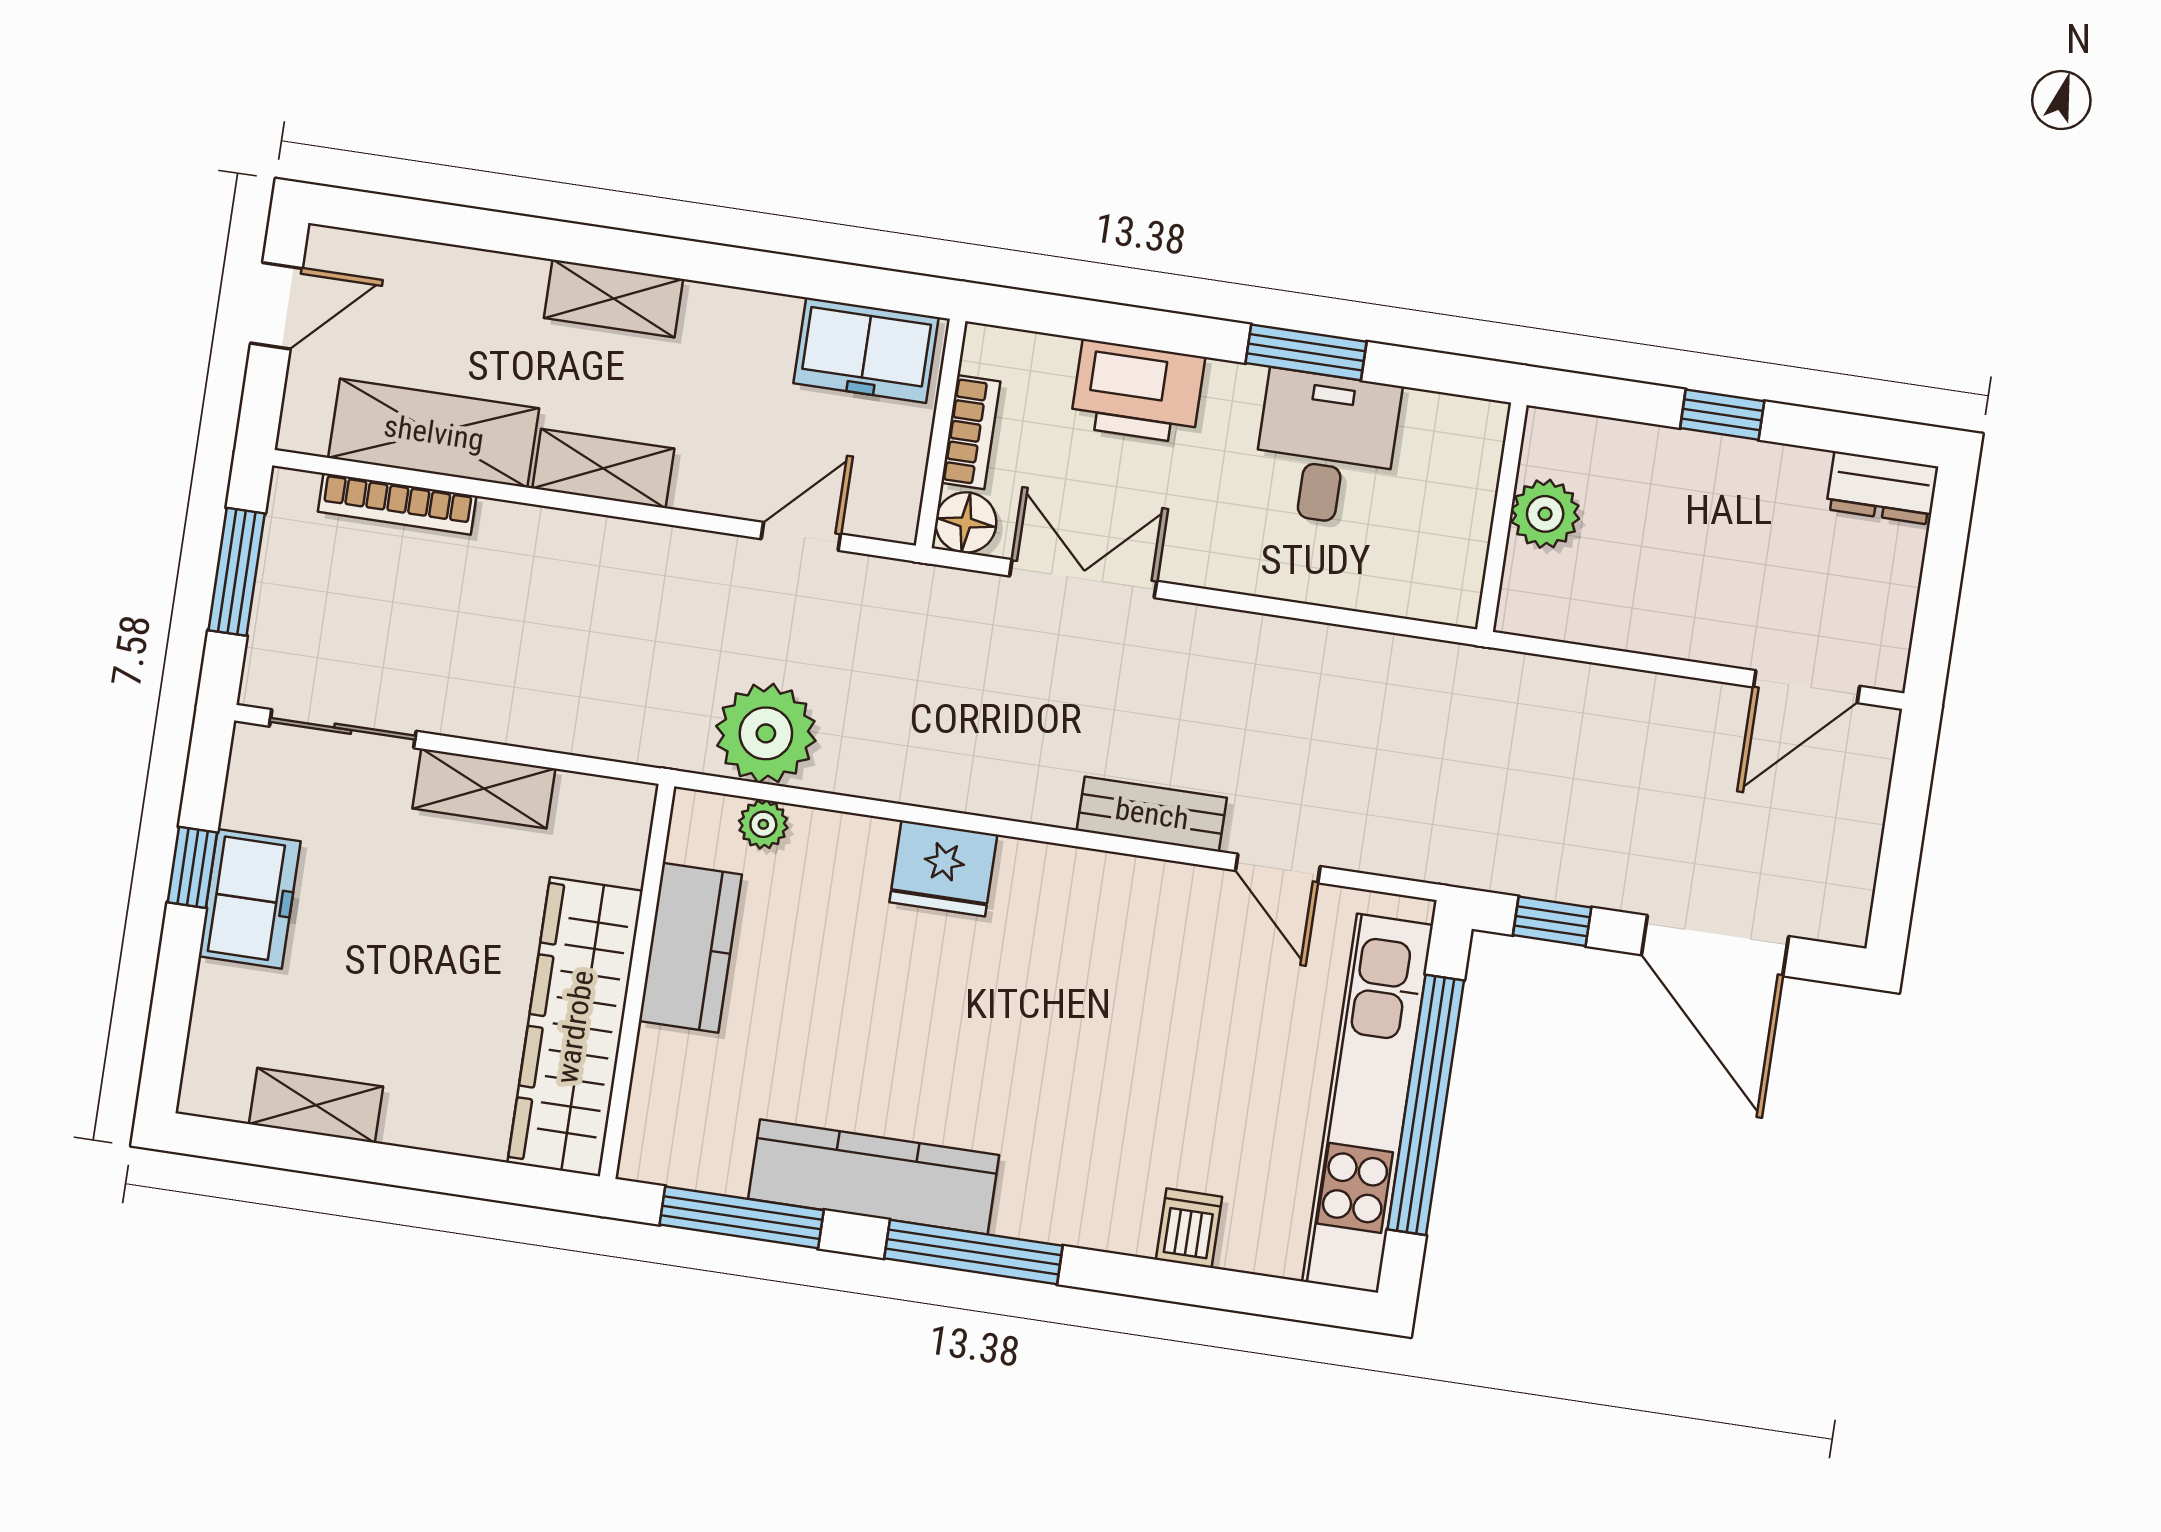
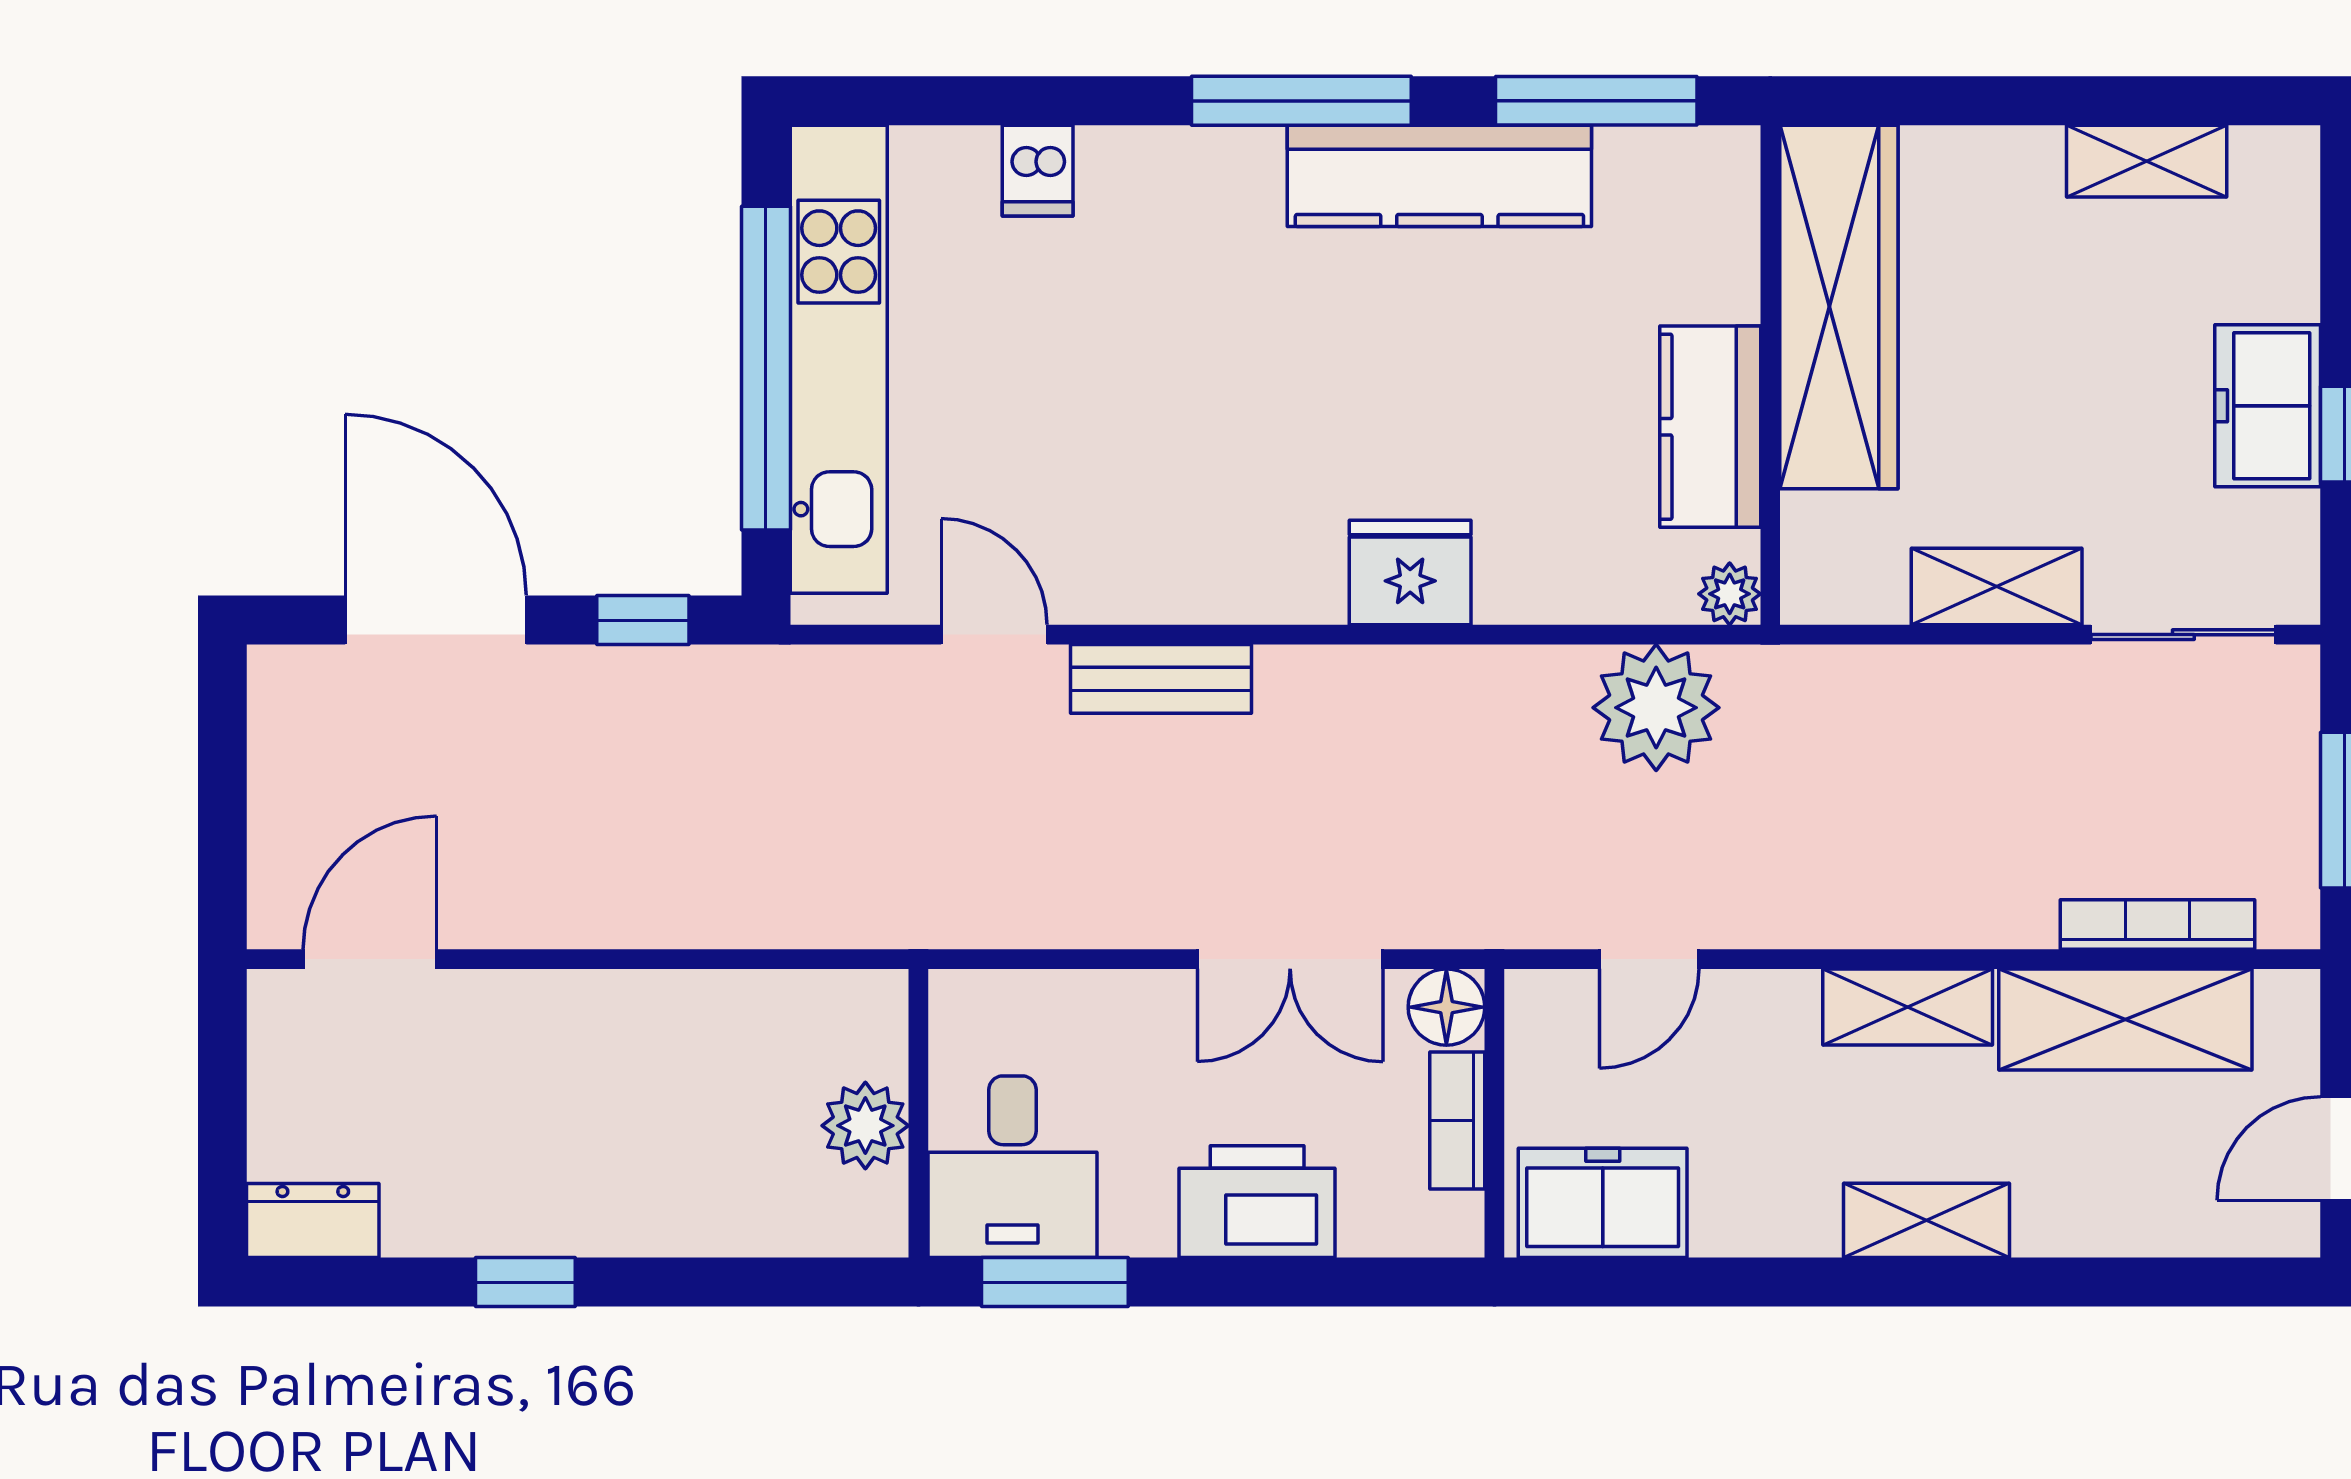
plant: (1545, 514) -> (865, 1126), moved
wall: (1502, 517) -> (918, 1113), moved
plant: (763, 824) -> (1730, 594), moved

